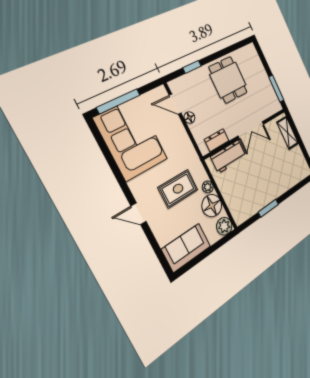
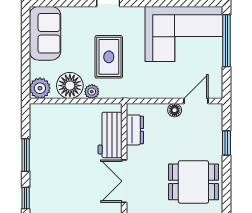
window: (291, 191) -> (26, 198), added

